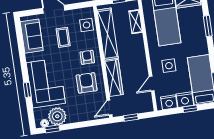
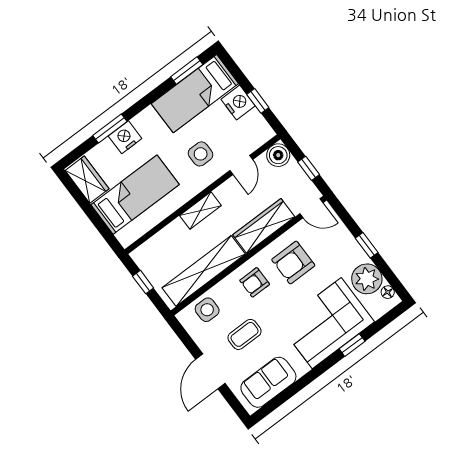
shelving: (136, 22) -> (200, 211), moved
door: (152, 84) -> (241, 165), hinge flipped
nightstand: (169, 102) -> (125, 137), moved, turned -90
boiler: (146, 105) -> (278, 155), added
window: (190, 109) -> (258, 101), moved
window: (52, 129) -> (367, 245), moved

